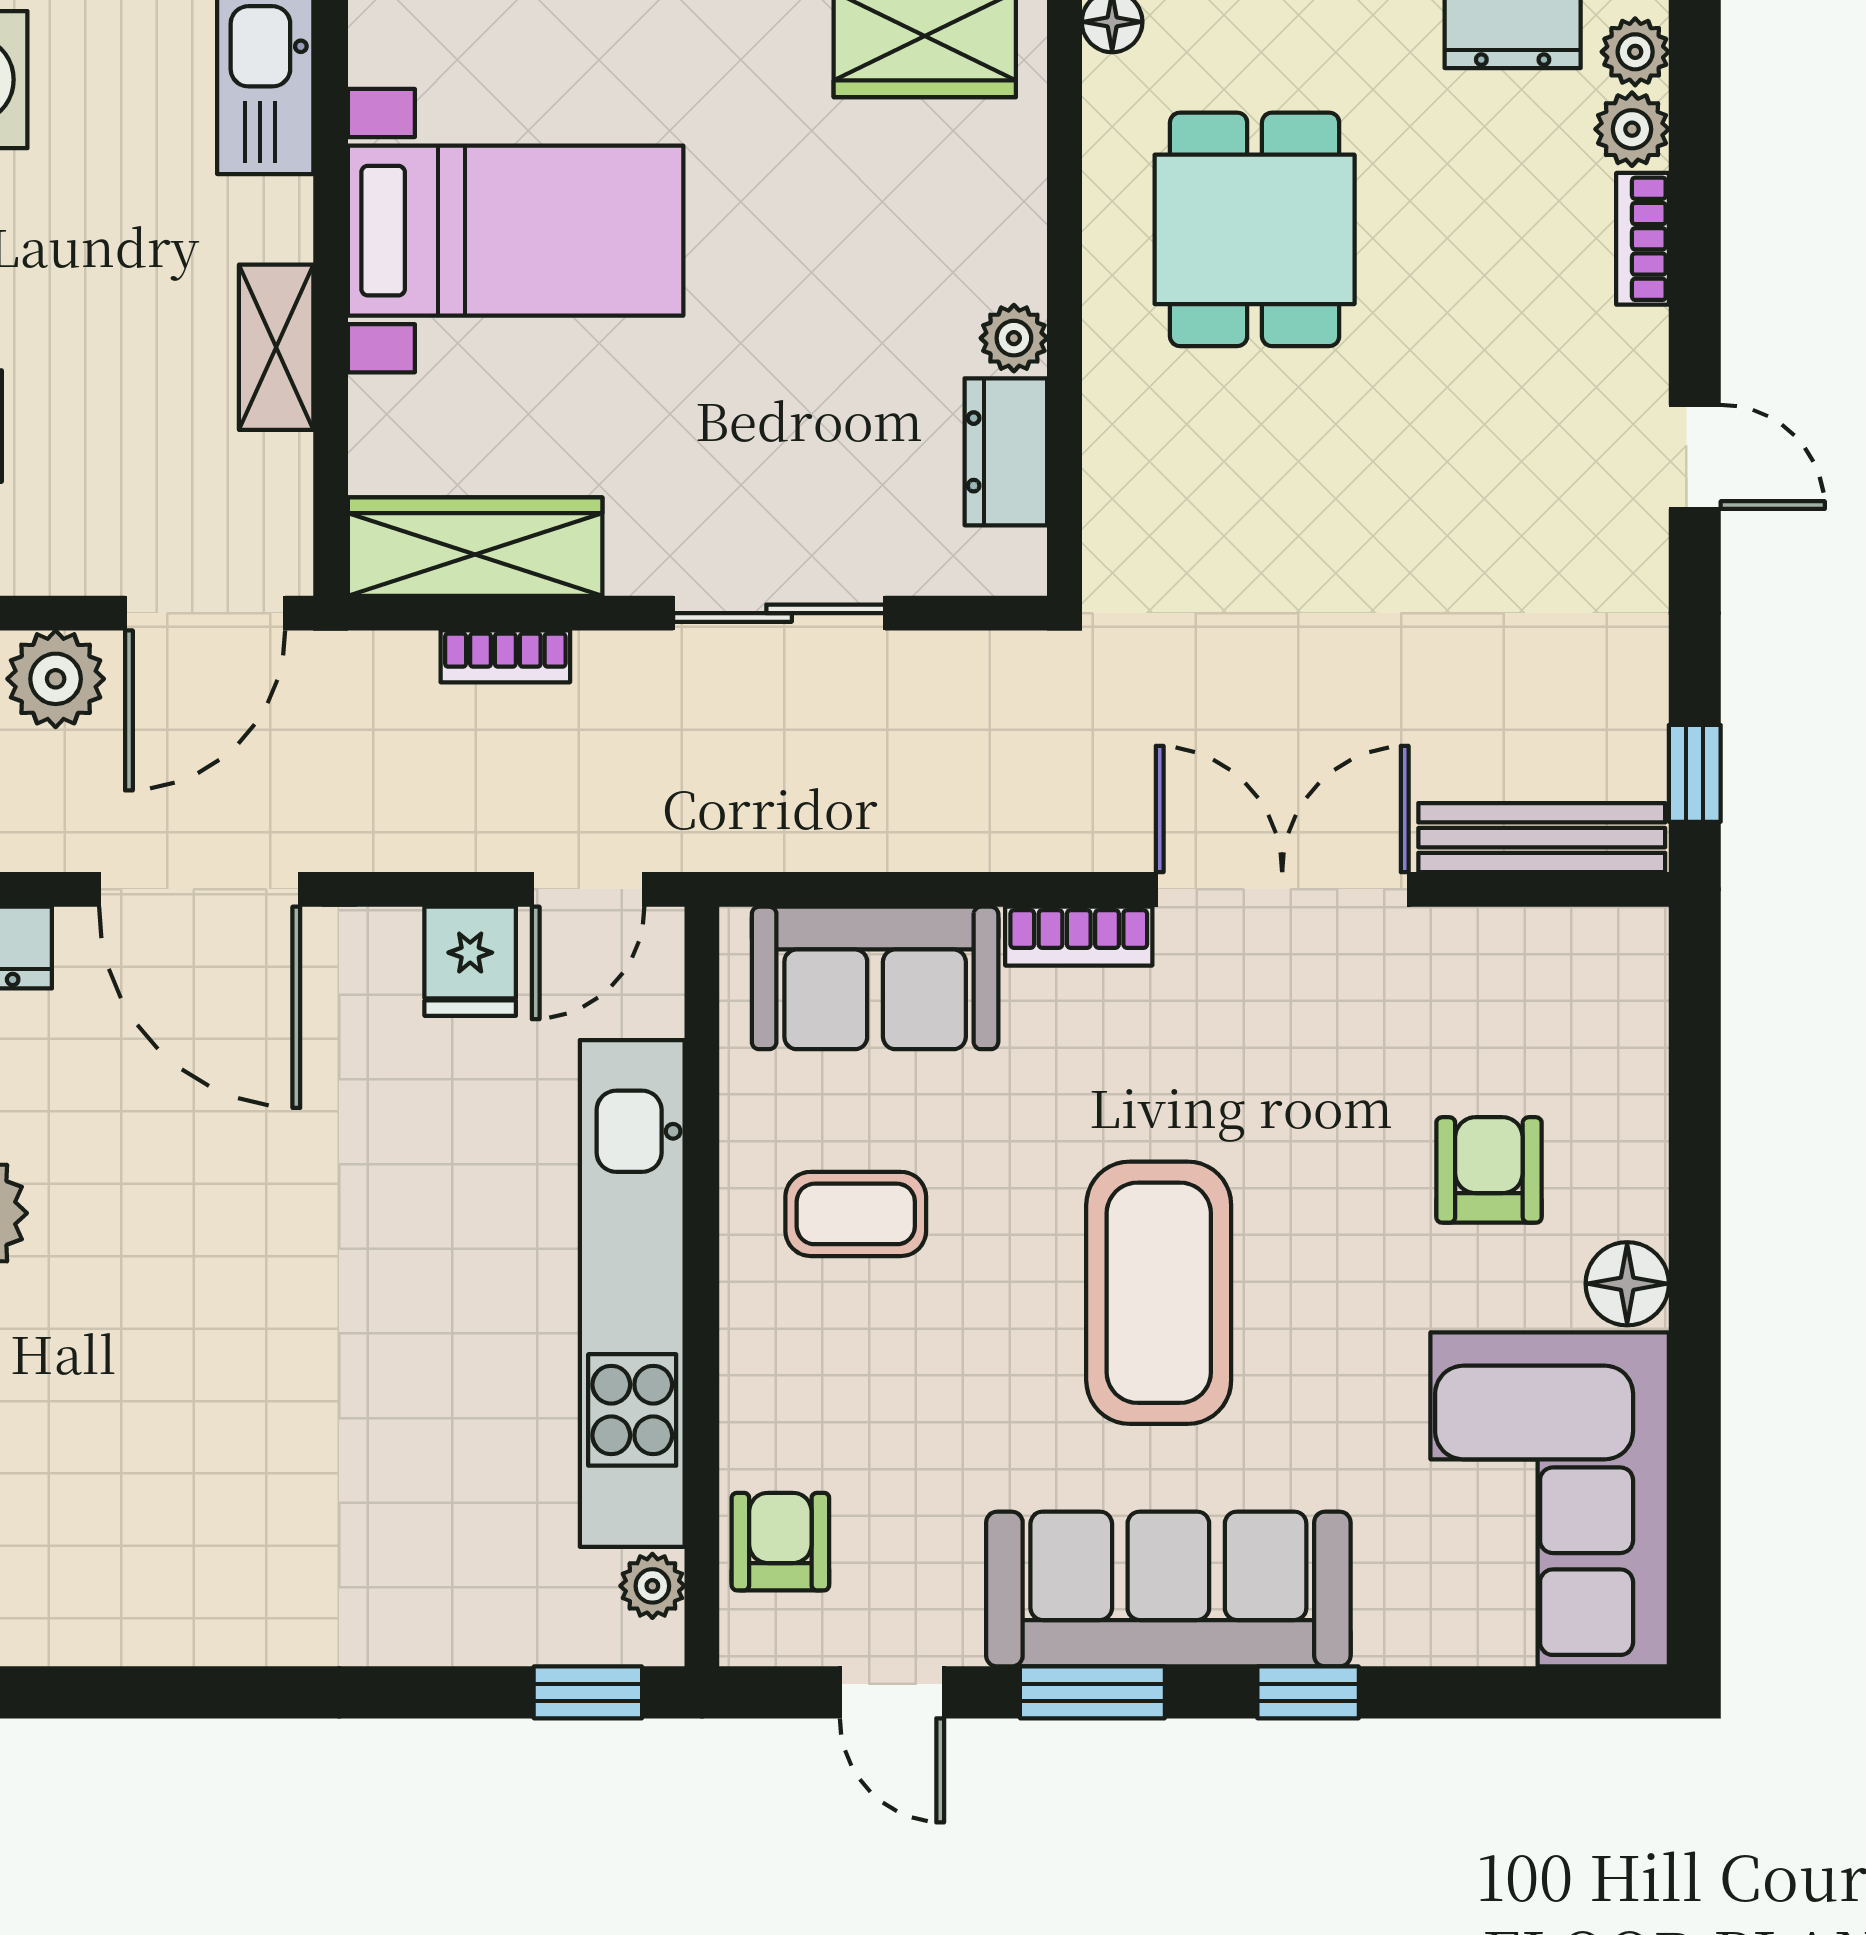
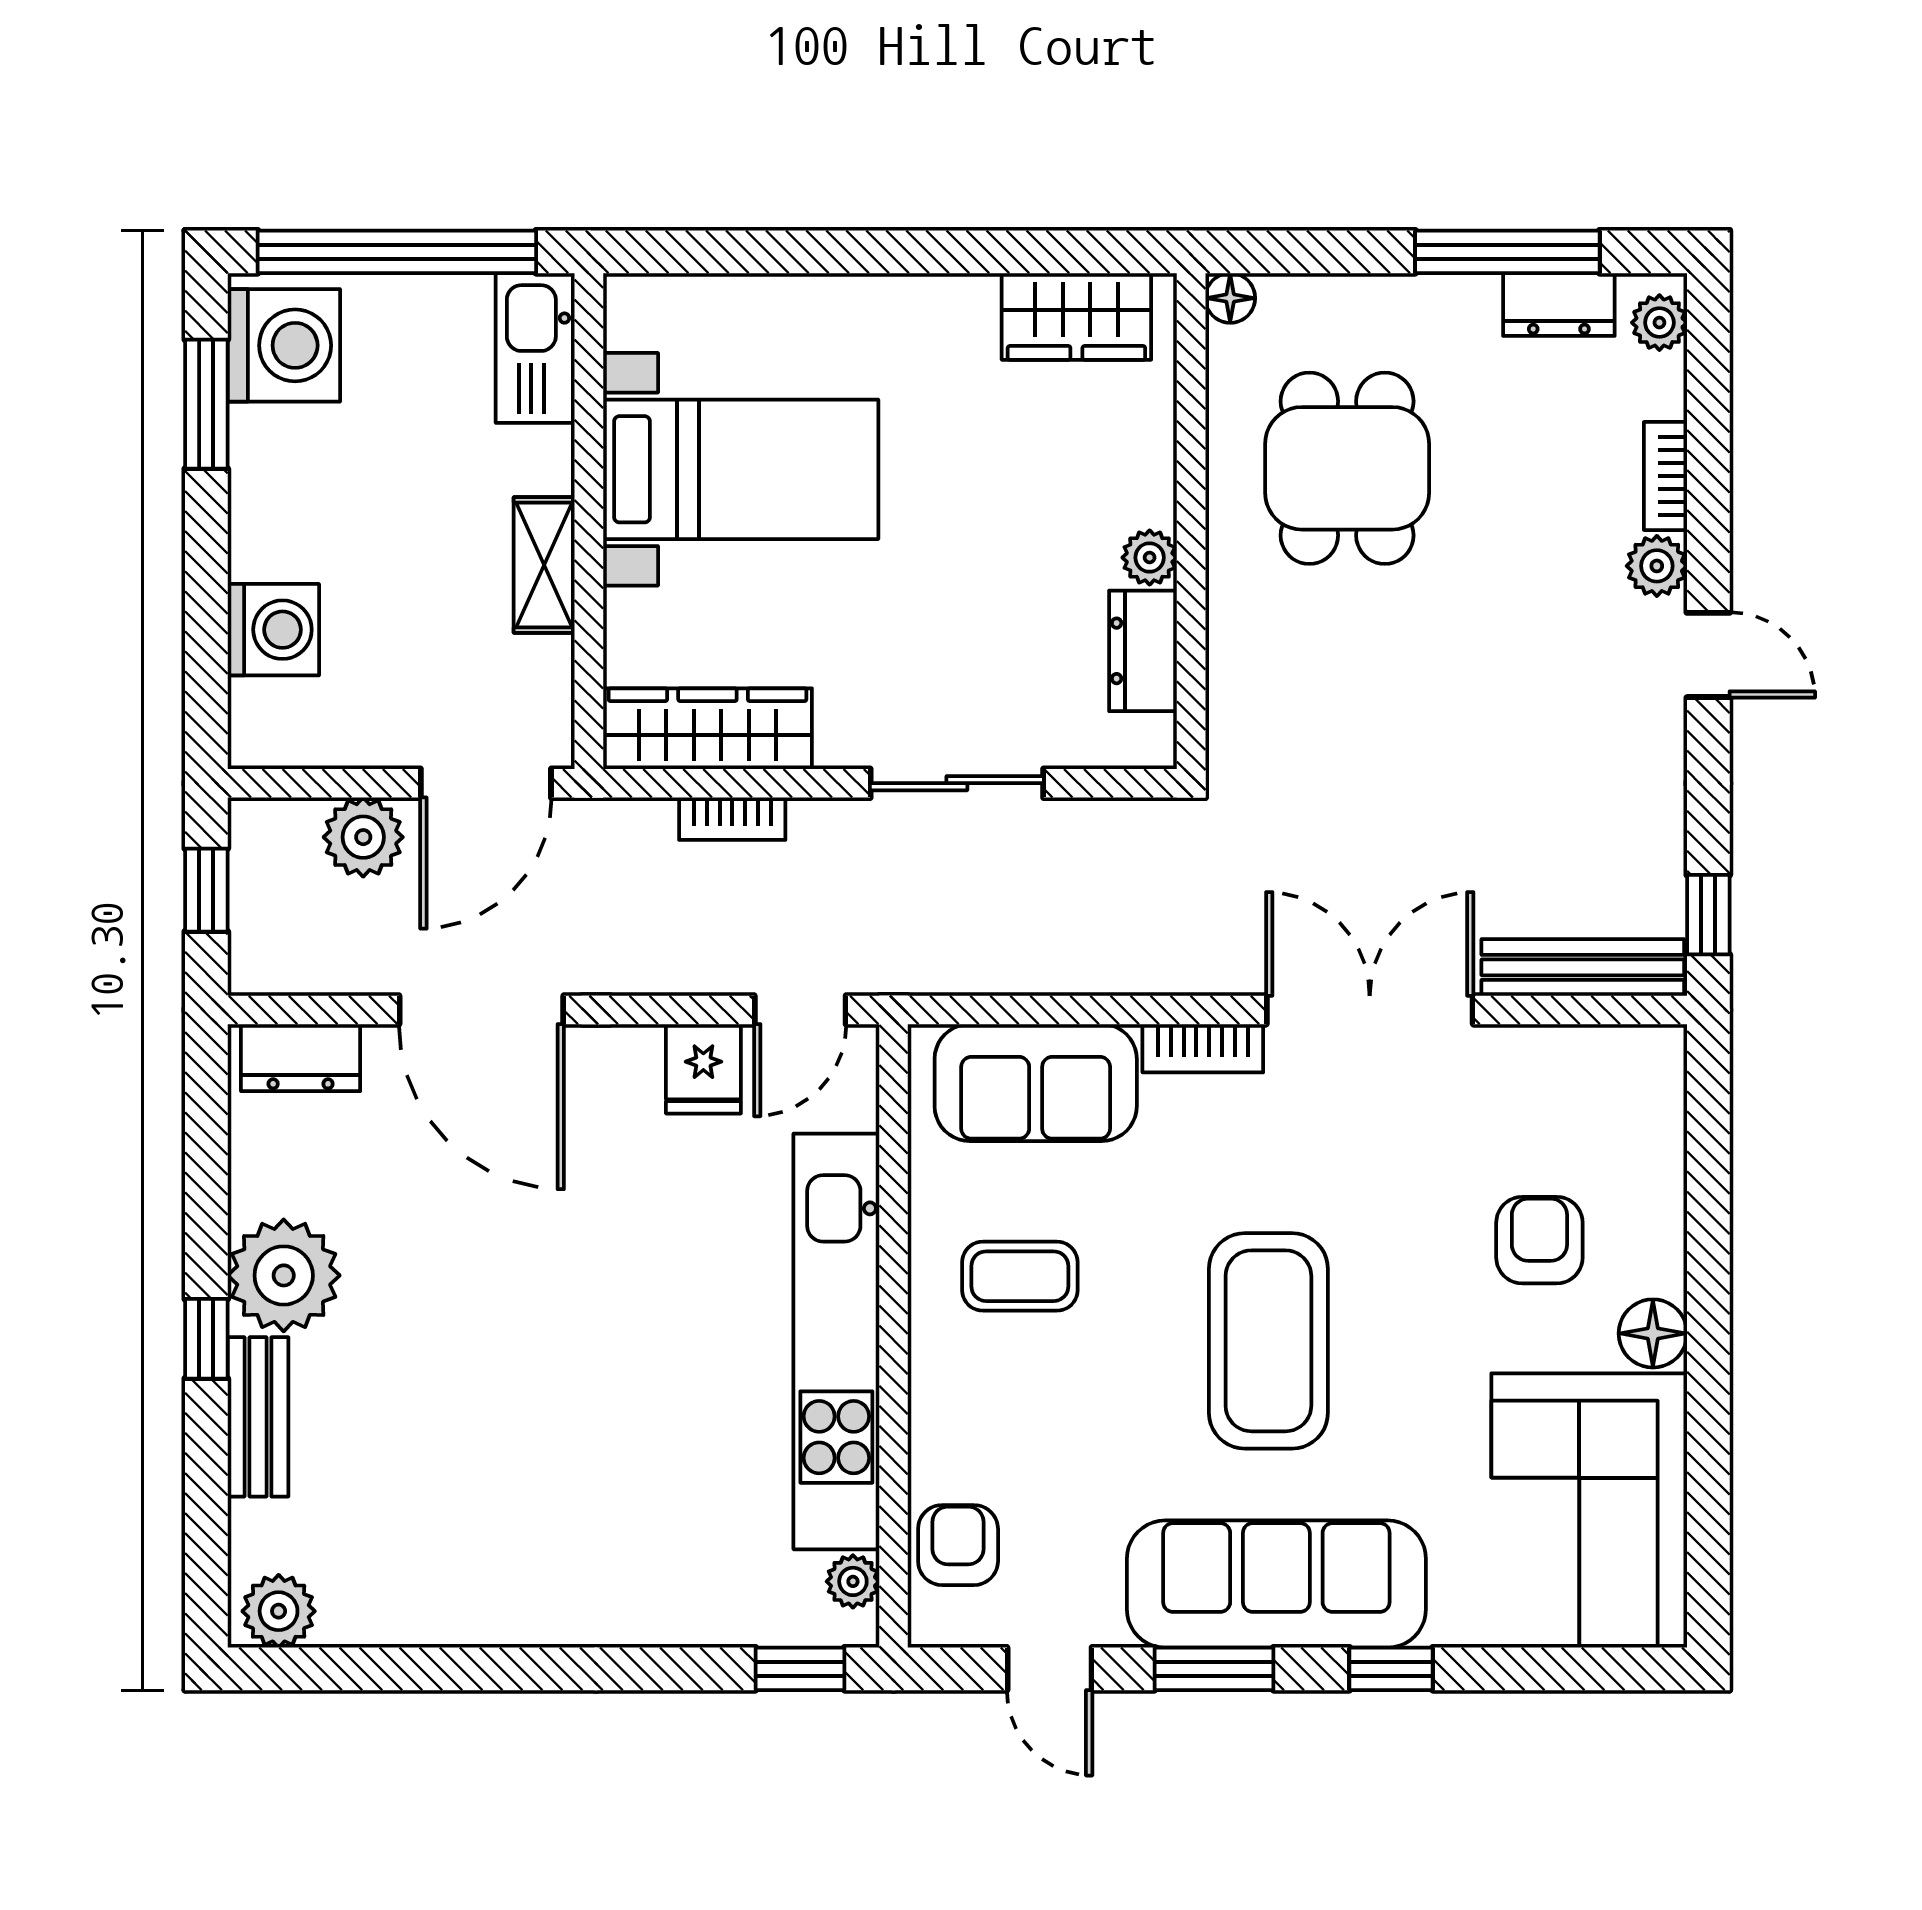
plant: (1632, 129) -> (1657, 566), moved

